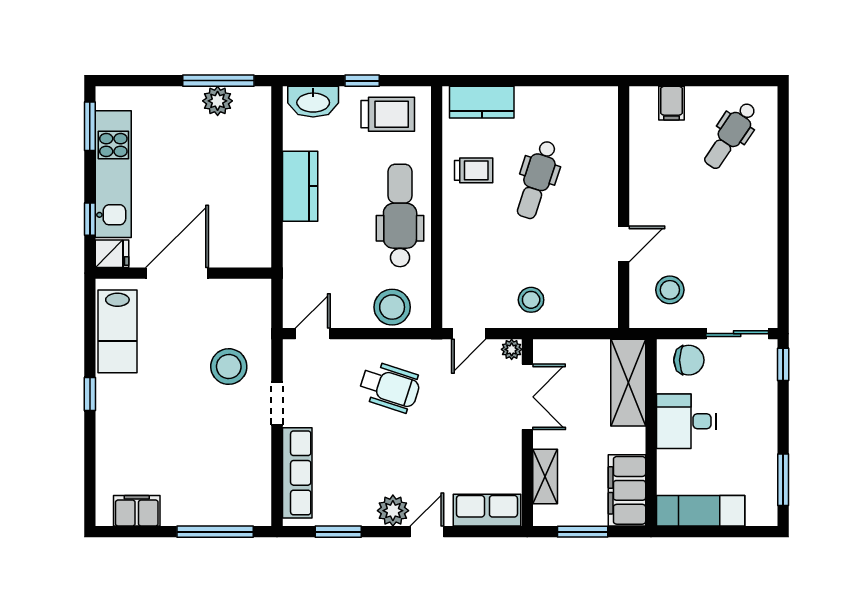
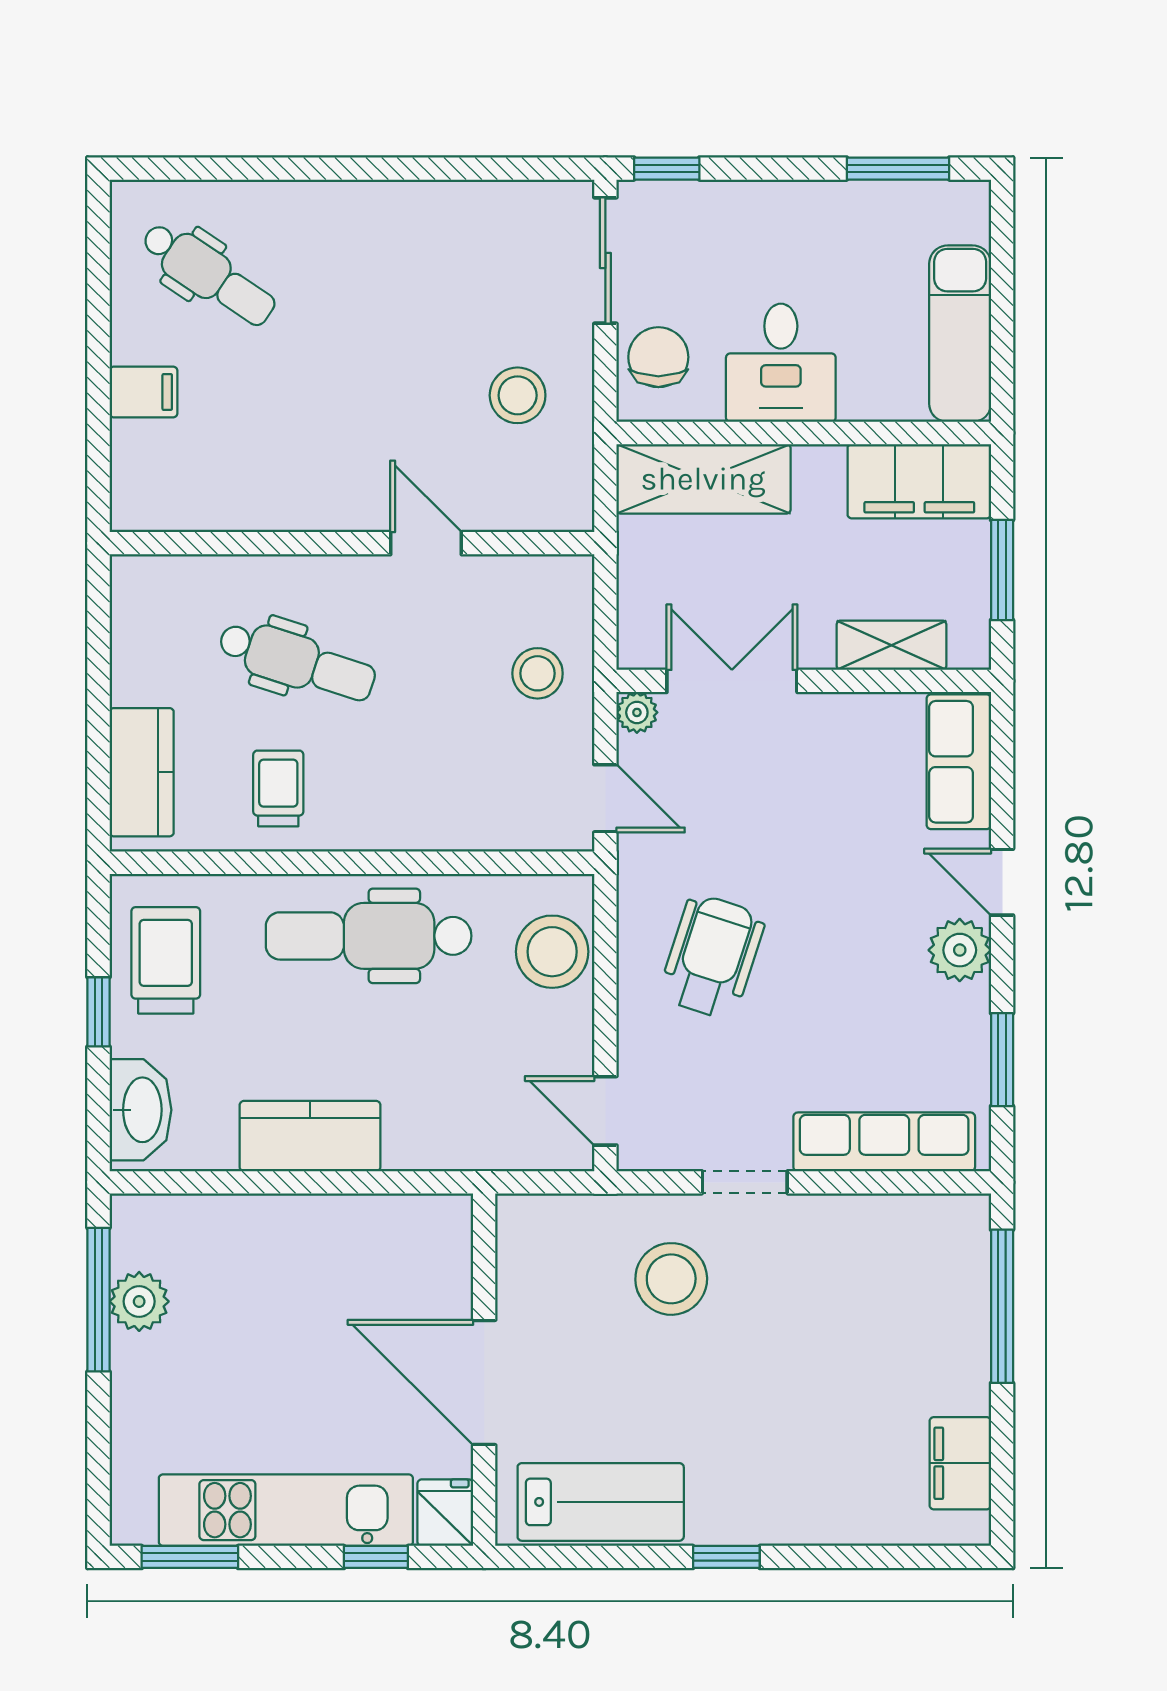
wall: (624, 207) -> (352, 543), moved
door: (624, 244) -> (426, 543), moved

